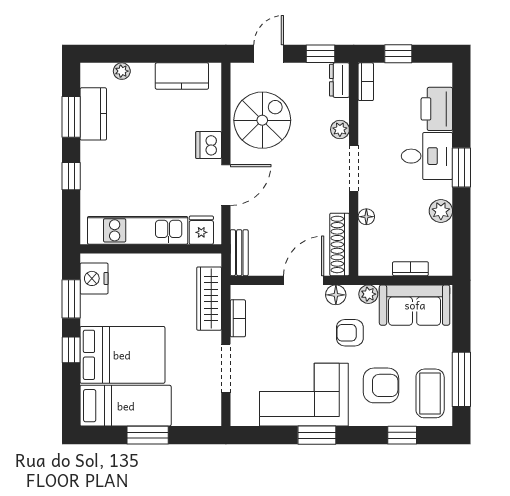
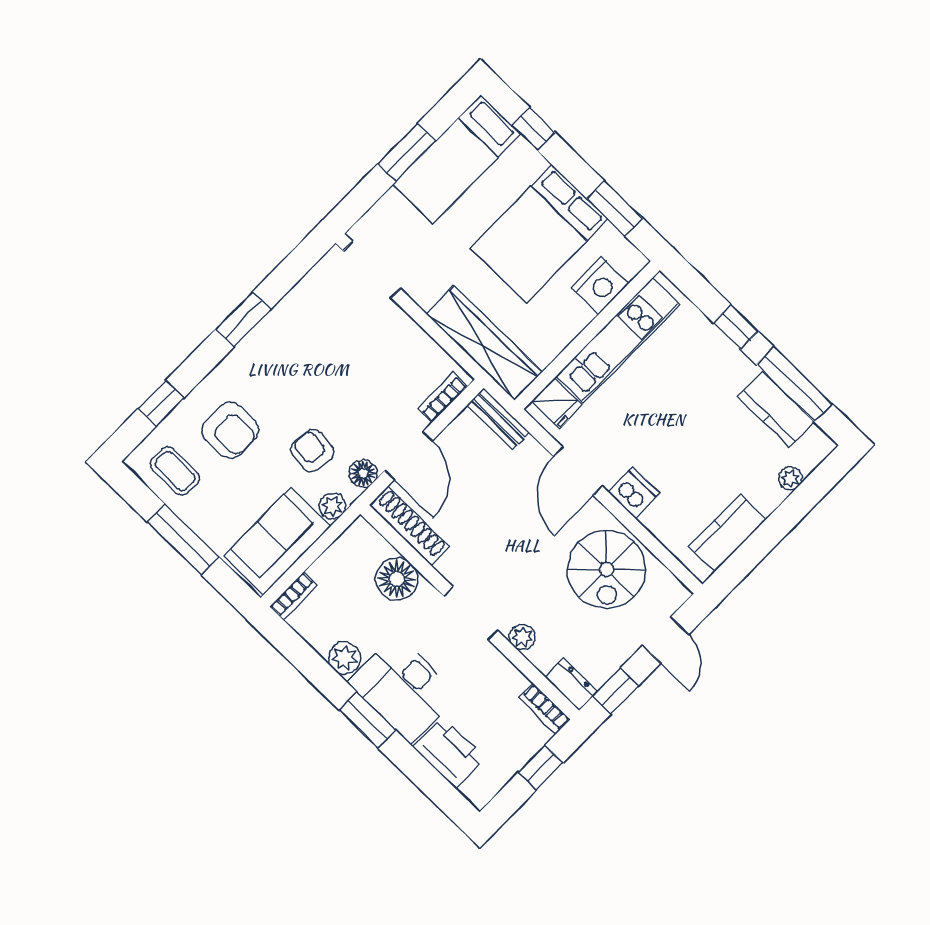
window: (71, 117) -> (794, 384), width x1.44
desk: (427, 156) -> (403, 689), width x1.37
floor lamp: (366, 217) -> (397, 579), width x1.89, depth x1.89
bookcase: (410, 269) -> (294, 596), moved
nightstand: (94, 278) -> (601, 285), moved, turned 90
wardrobe: (209, 299) -> (484, 343), width x1.40, depth x1.17
bookcase: (238, 318) -> (443, 397), moved, turned 90
armchair: (350, 333) -> (312, 451), turned -82
window: (71, 350) -> (533, 129), moved
bed: (122, 355) -> (539, 234), moved
doorway: (226, 368) -> (372, 270), moved
window: (461, 379) -> (183, 540), moved
armchair: (381, 385) -> (230, 430), turned -90
coffee table: (430, 393) -> (175, 471), width x0.73, depth x0.77
corner sofa: (304, 395) -> (296, 346), removed

